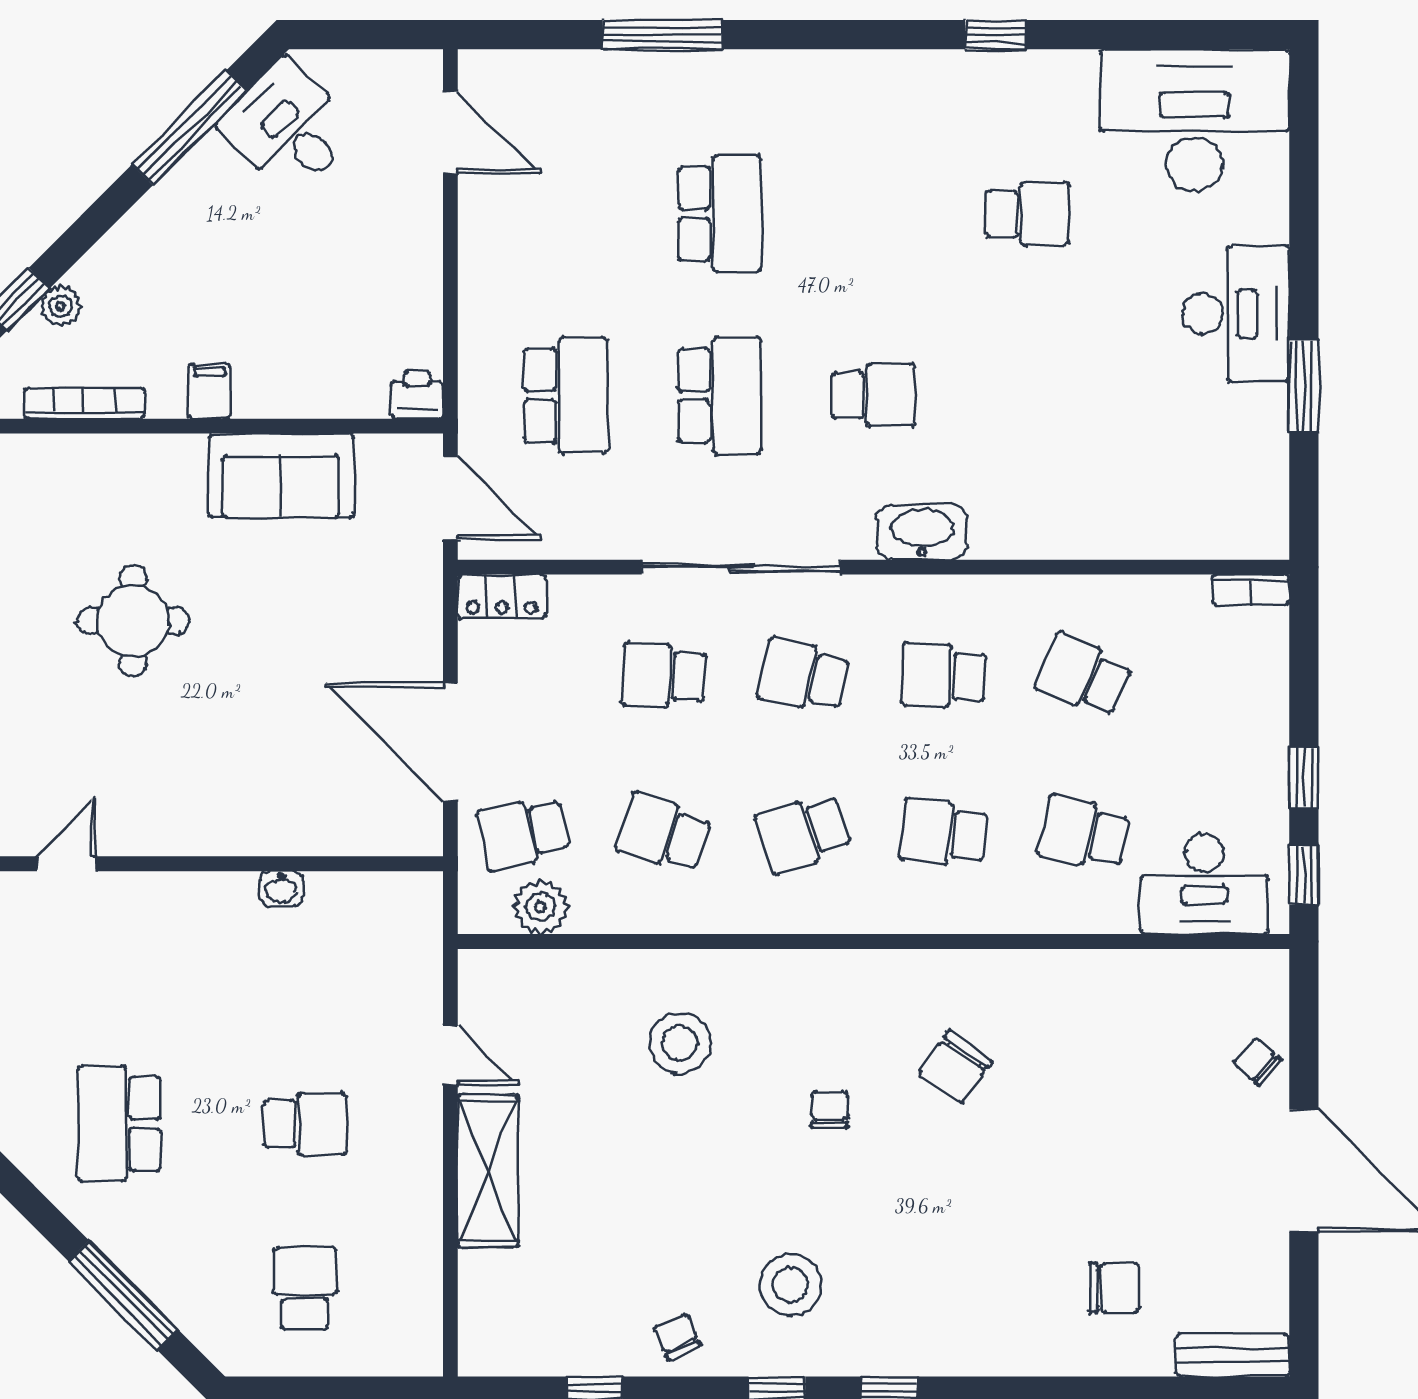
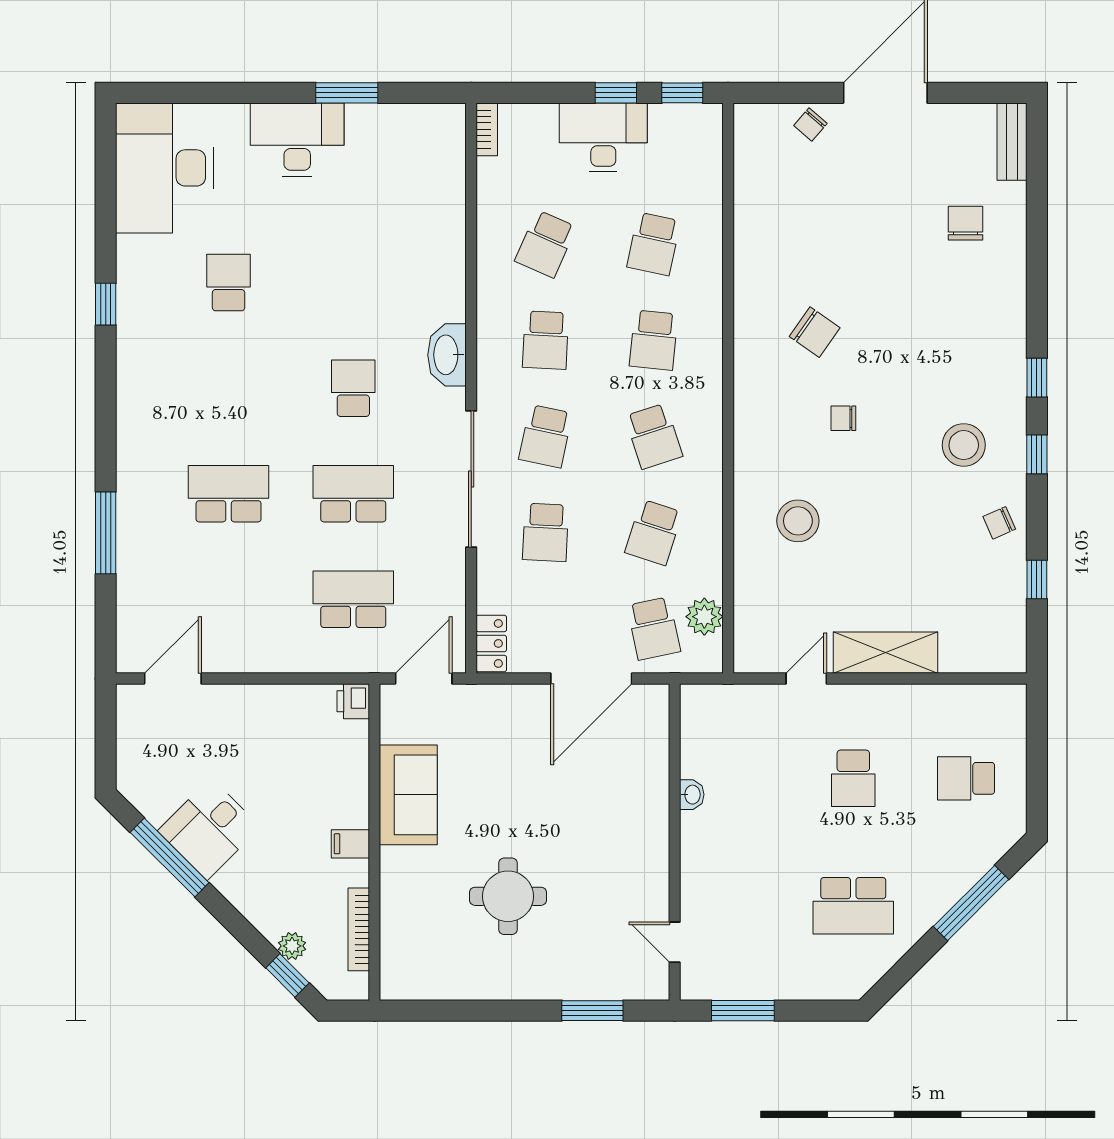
desk: (289, 128) -> (209, 829), moved
desk: (1204, 884) -> (603, 137), moved, turned -90
school desk: (305, 1124) -> (853, 778), turned 180

